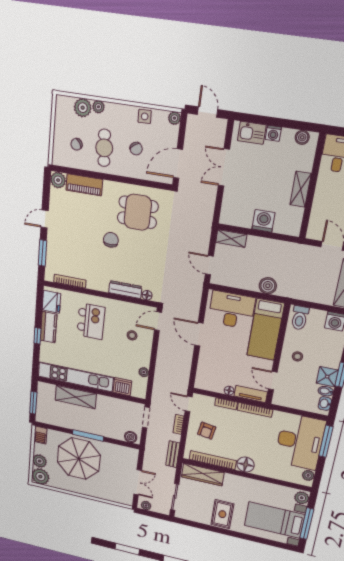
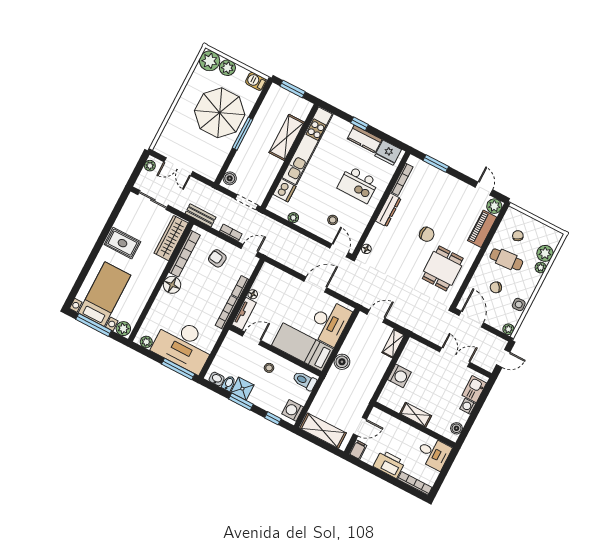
door: (45, 219) -> (484, 189), moved
dresser: (125, 290) -> (388, 210), moved

